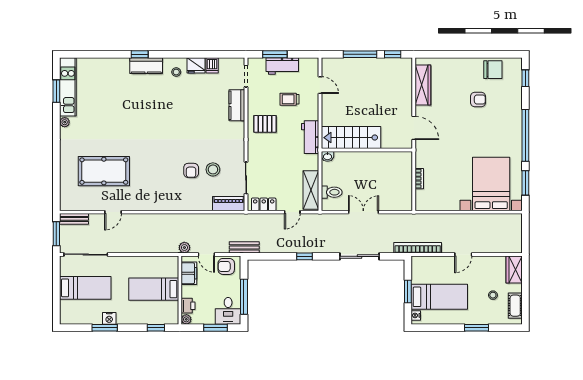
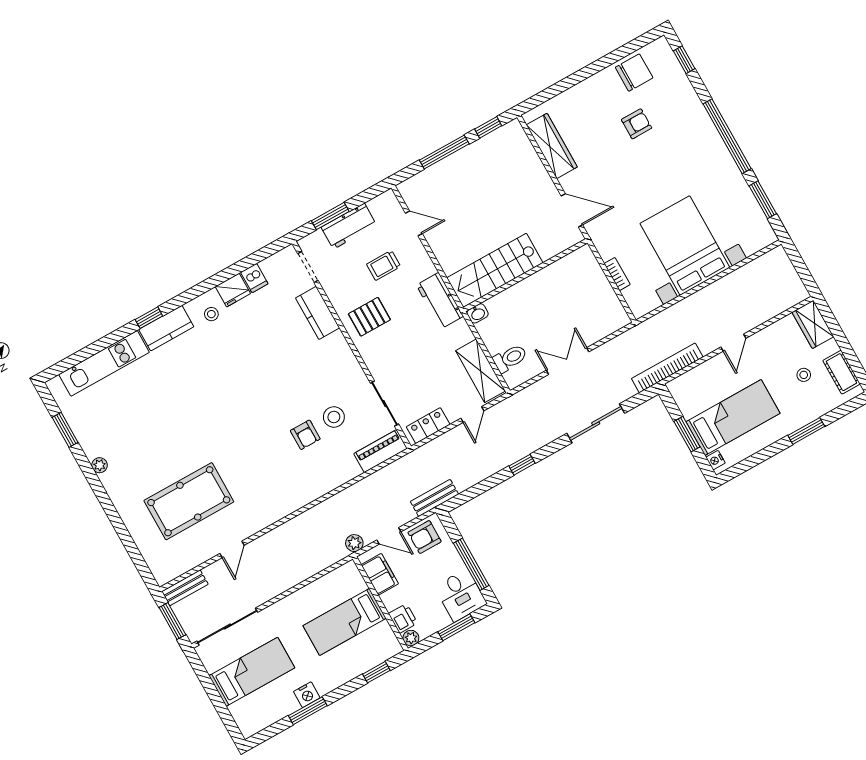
kitchen unit: (68, 87) -> (104, 363), moved, turned 90
bed with nightstands: (491, 184) -> (685, 246), moved

